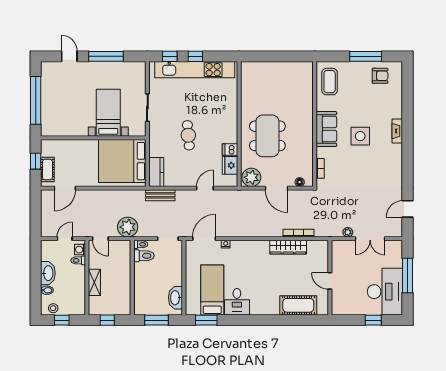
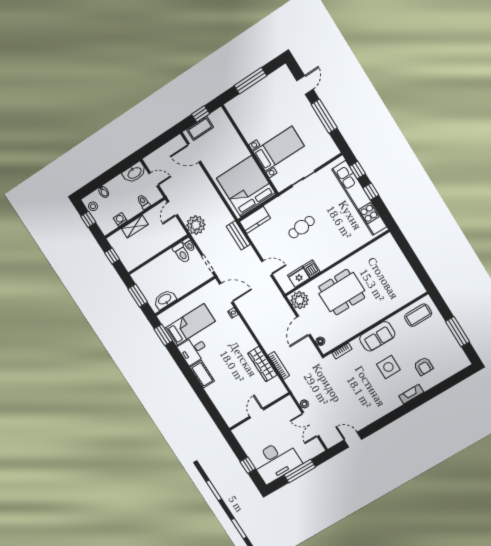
armchair: (380, 76) -> (423, 366), moved
window: (36, 100) -> (250, 81), width x0.68
washing machine: (80, 250) -> (120, 219), moved
washbasin: (48, 273) -> (134, 173), moved
cot: (298, 305) -> (202, 374), moved, width x0.73, depth x0.75

